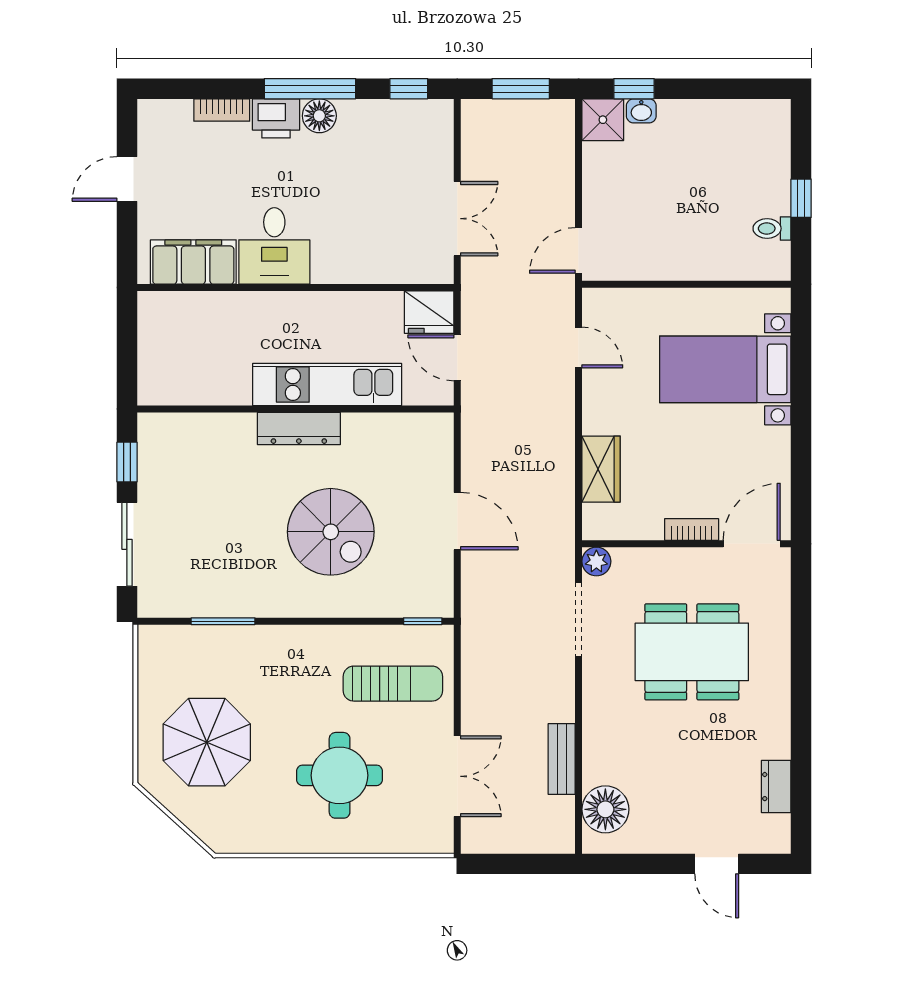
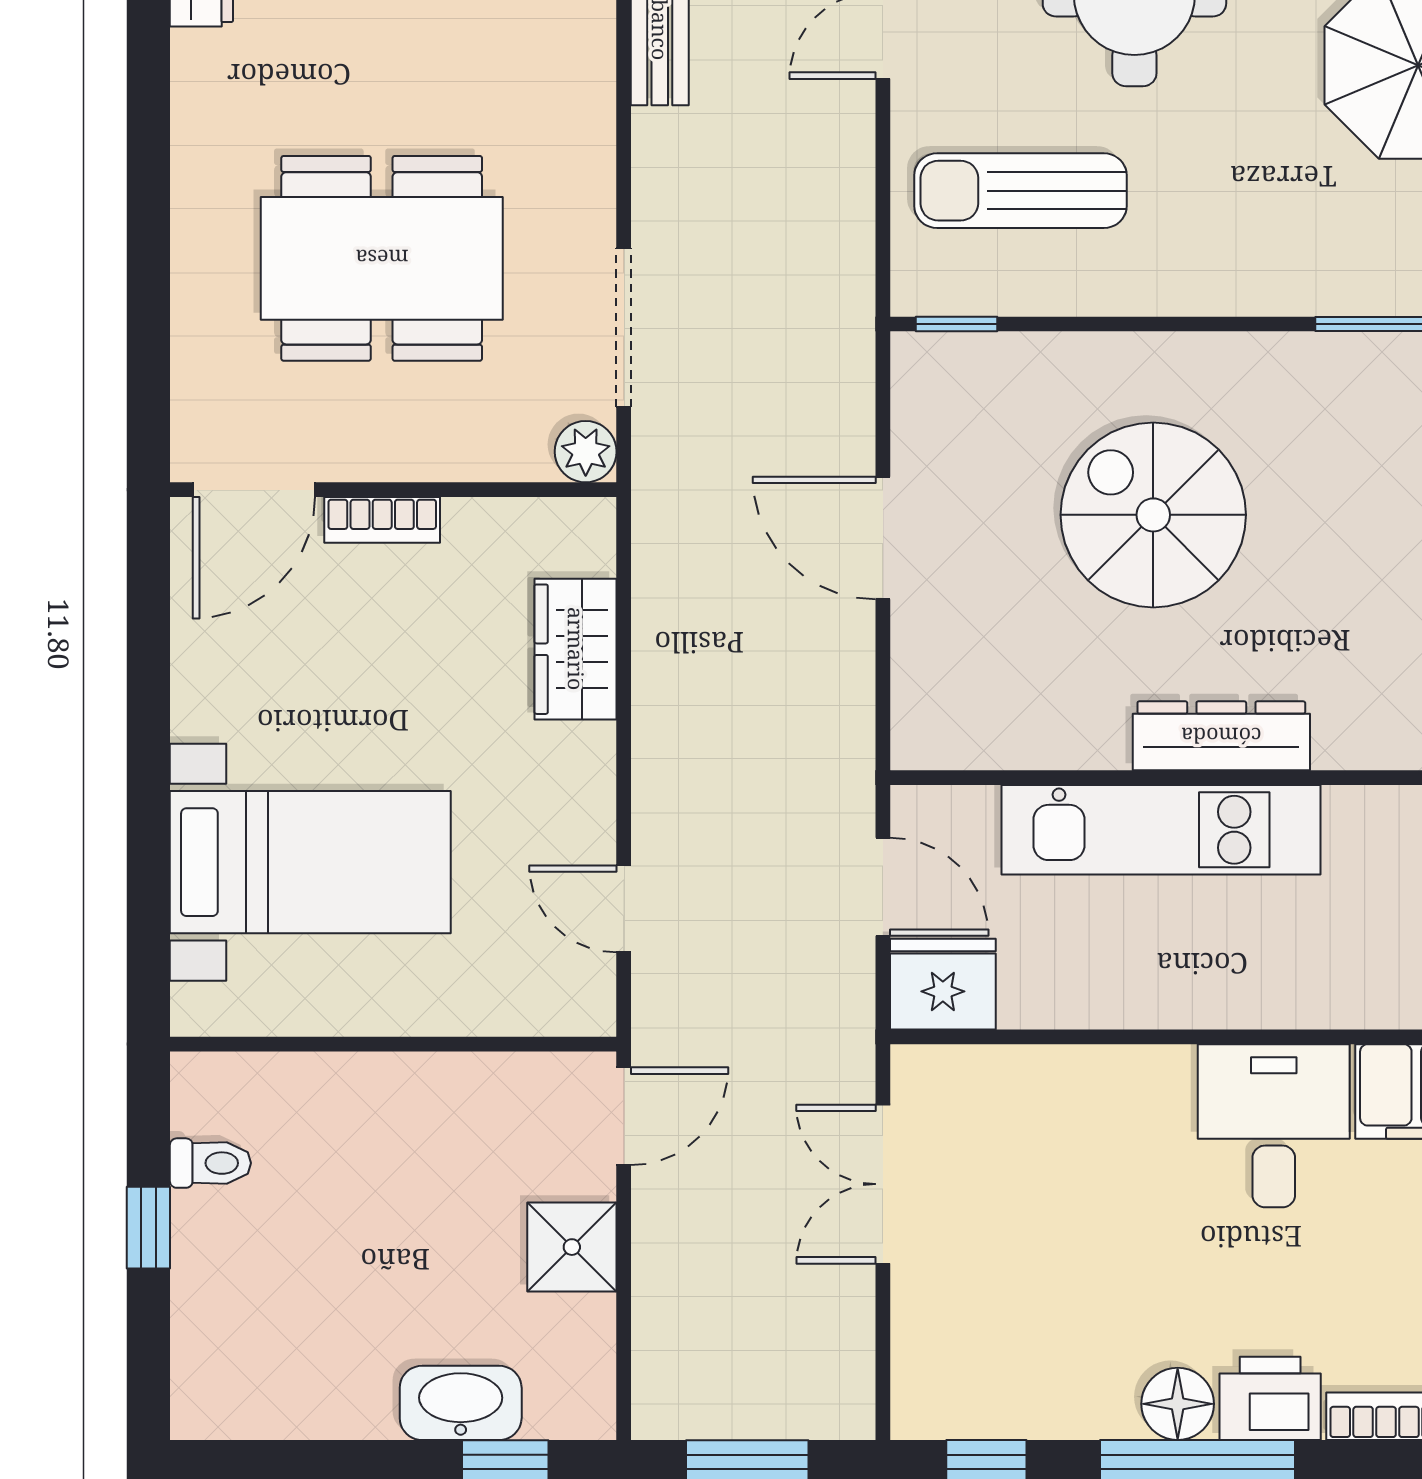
washbasin: (641, 111) -> (461, 1403), width x1.91, depth x1.45
shower: (603, 120) -> (572, 1247), moved

